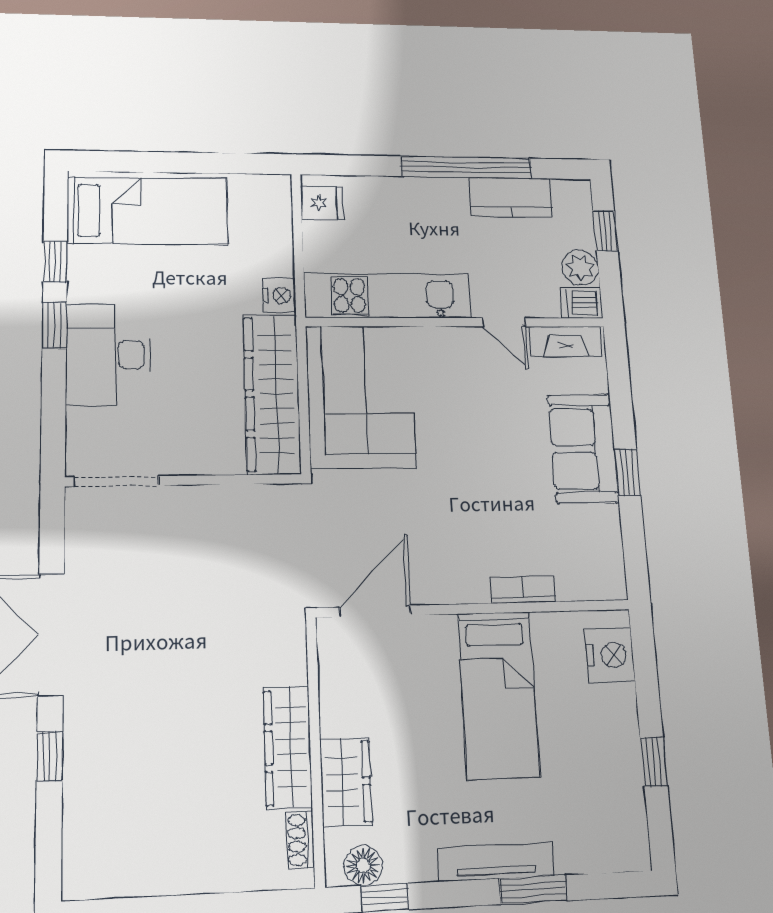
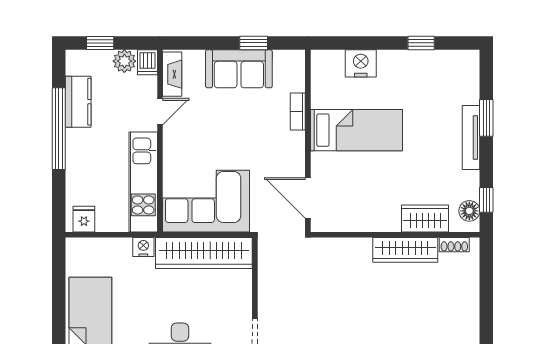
bookcase: (523, 590) -> (298, 112), moved
wall: (474, 609) -> (308, 141), moved
door: (375, 611) -> (308, 198), moved
bed: (498, 694) -> (356, 130), moved

